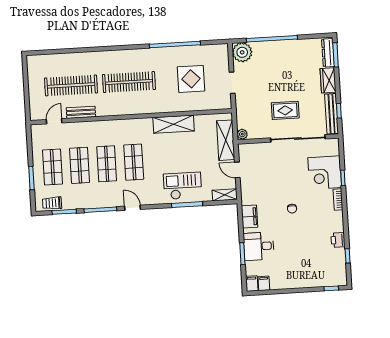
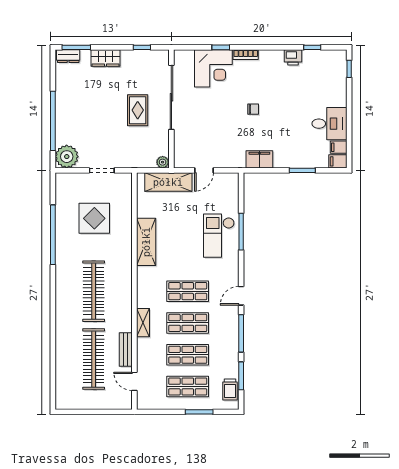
dresser: (328, 53) -> (68, 56), width x0.70
bench: (332, 114) -> (145, 56), removed
shelving: (225, 195) -> (143, 323), moved
desk: (259, 246) -> (330, 124), moved, turned -90

